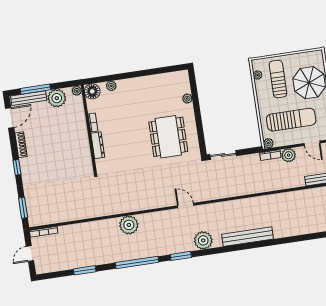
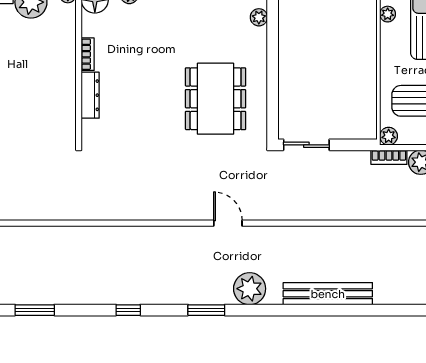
plant: (187, 99) -> (259, 17), moved
plant: (129, 225) -> (124, 242), removed
window: (137, 262) -> (128, 310), width x0.32

